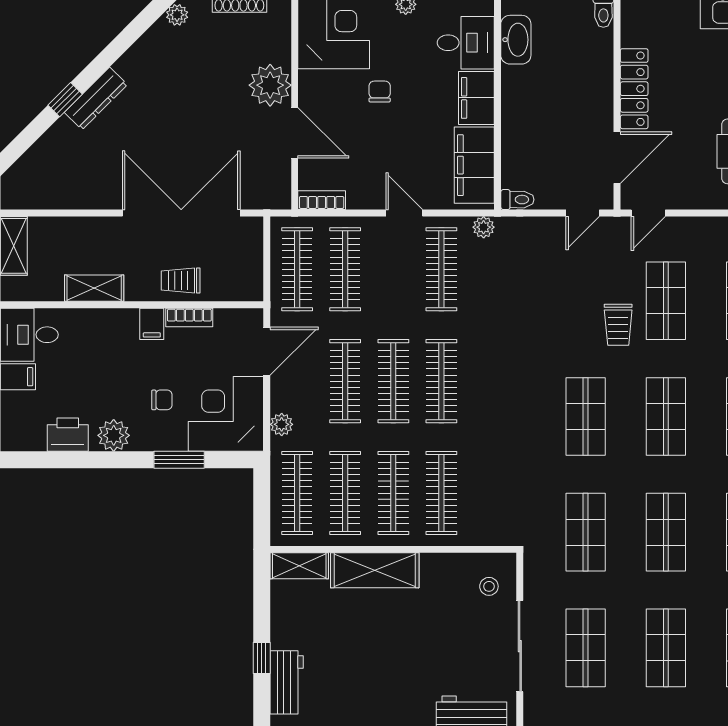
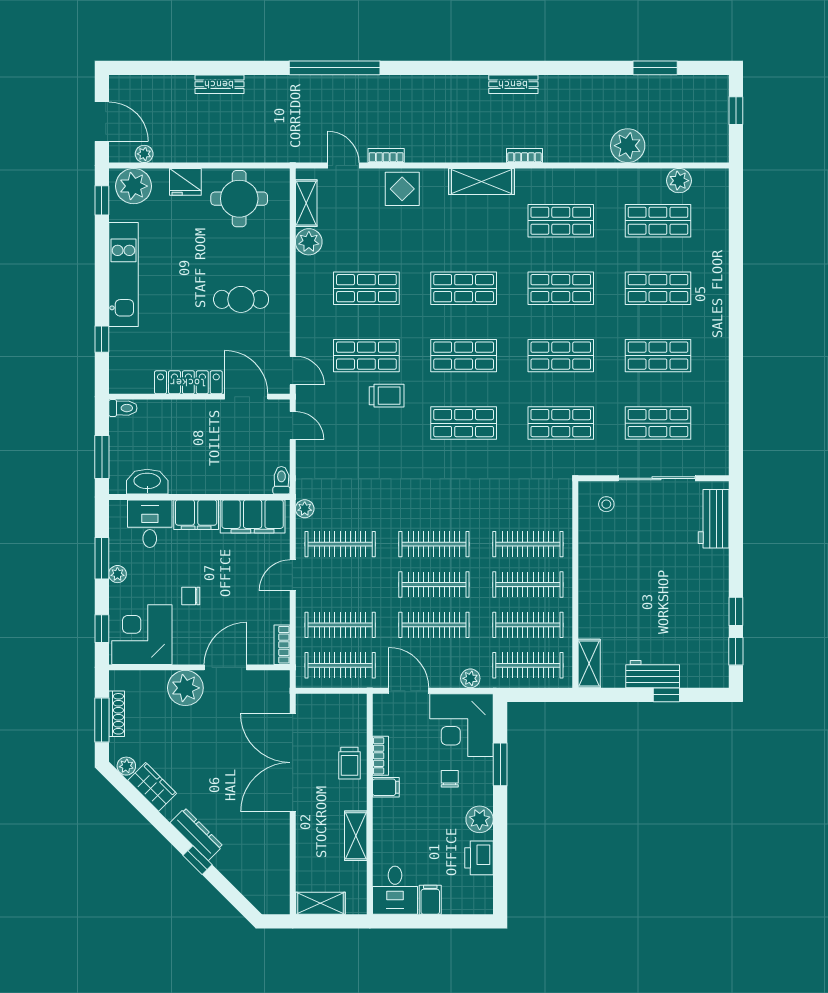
wardrobe: (152, 46) -> (152, 787), added
shelving: (375, 570) -> (593, 600), removed
workbench: (287, 682) -> (653, 674), moved

